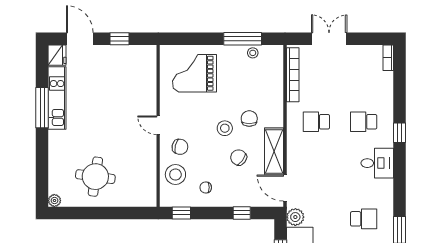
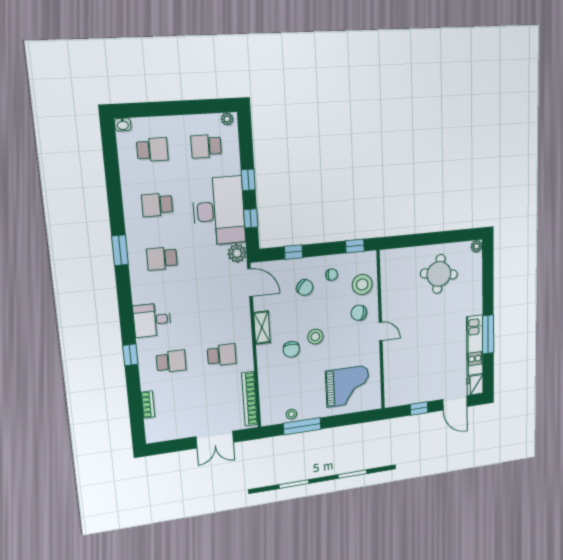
bookcase: (388, 58) -> (148, 404), moved
shelving: (274, 151) -> (262, 328), width x0.67, depth x0.75
chair: (239, 157) -> (305, 288), moved

